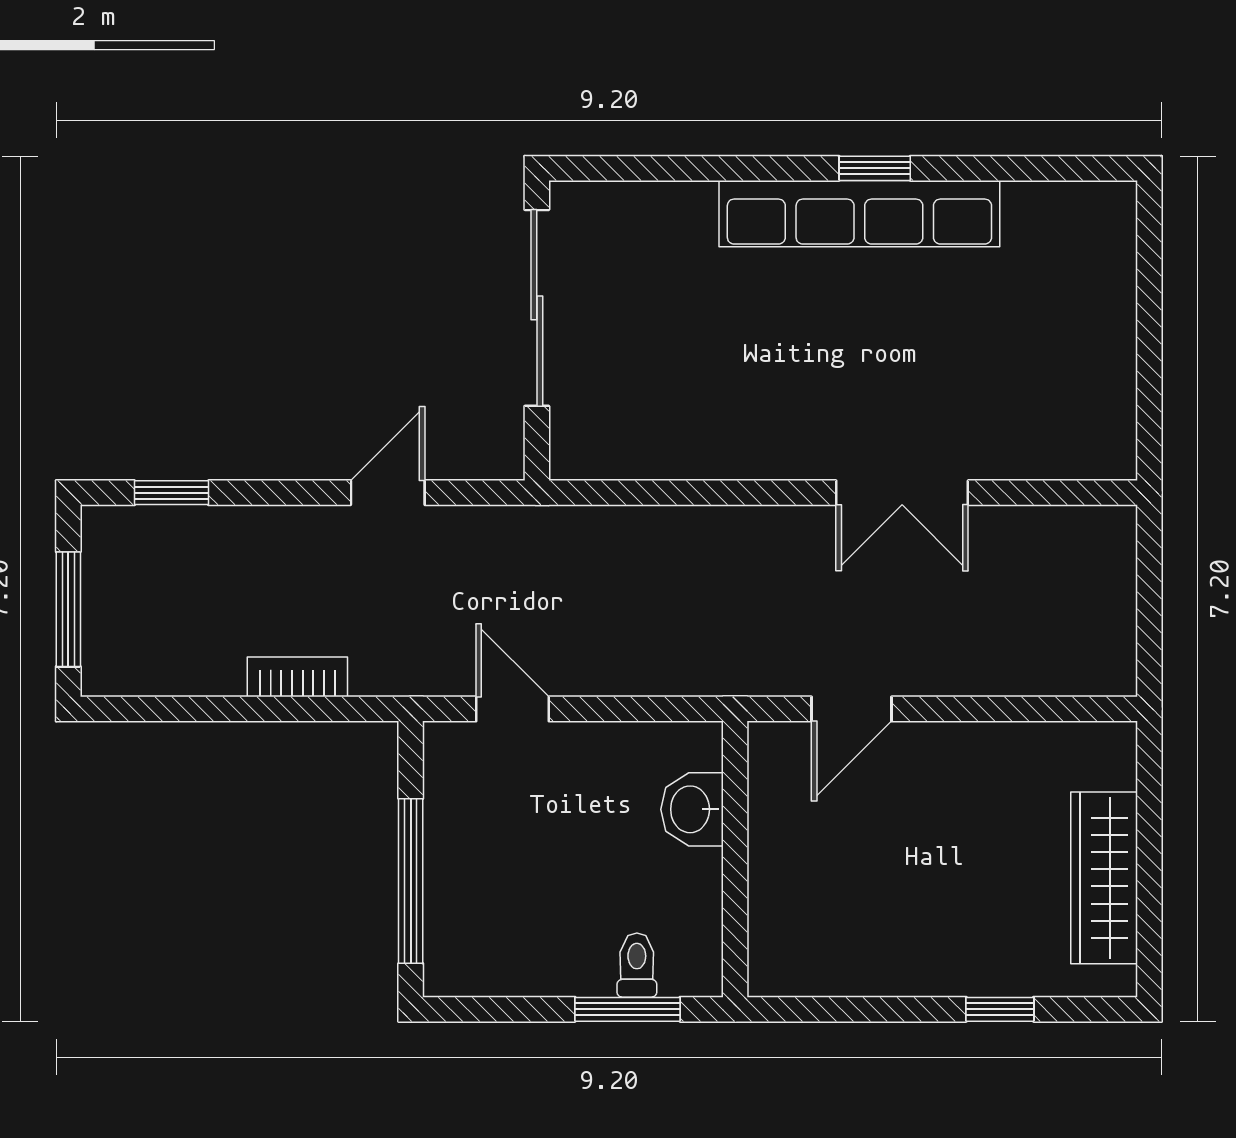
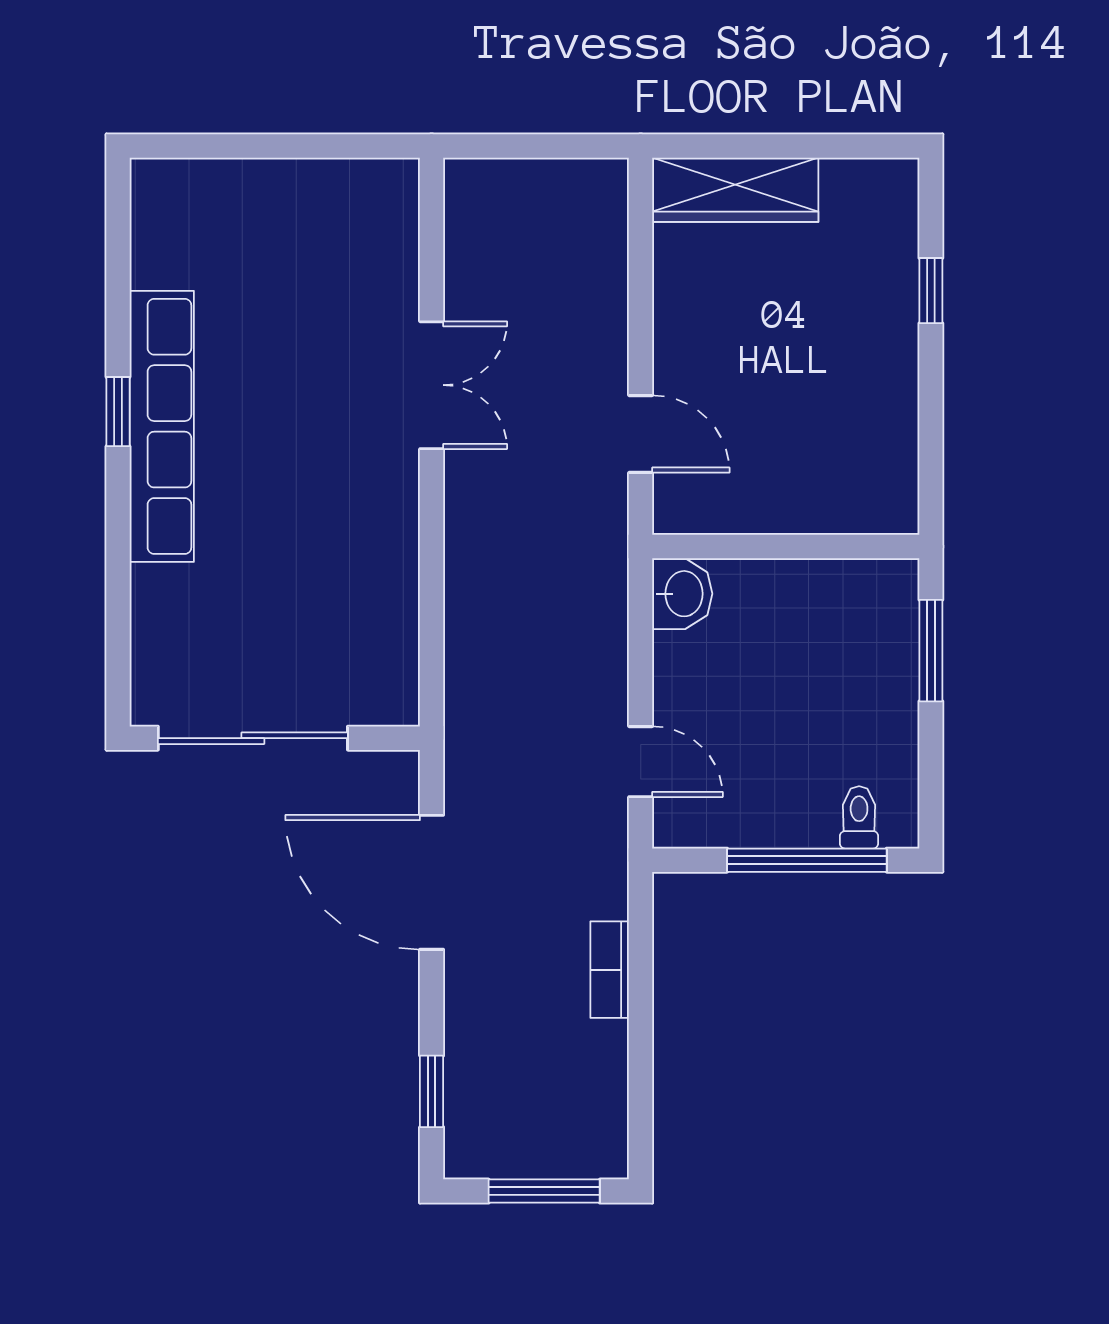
door: (388, 493) -> (432, 882), width x1.88
door: (513, 709) -> (641, 762), swing flipped
washbasin: (692, 809) -> (682, 594), moved, turned -90
wardrobe: (1104, 878) -> (735, 190), moved
toilet: (637, 965) -> (859, 817), moved, turned 90

